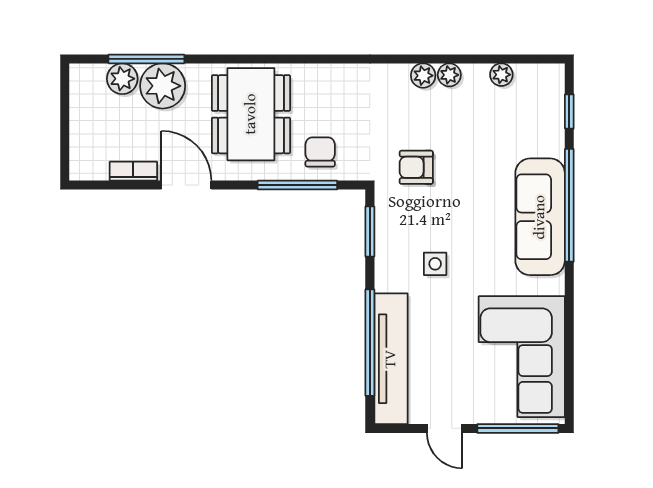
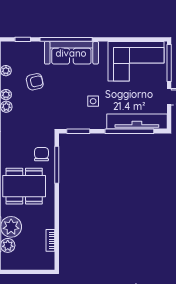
chair: (320, 152) -> (41, 154), turned 90
armchair: (416, 167) -> (35, 82), moved, turned -103
door: (186, 185) -> (57, 216), removed

